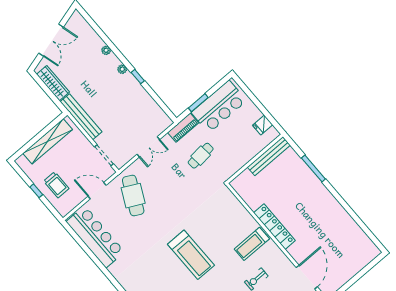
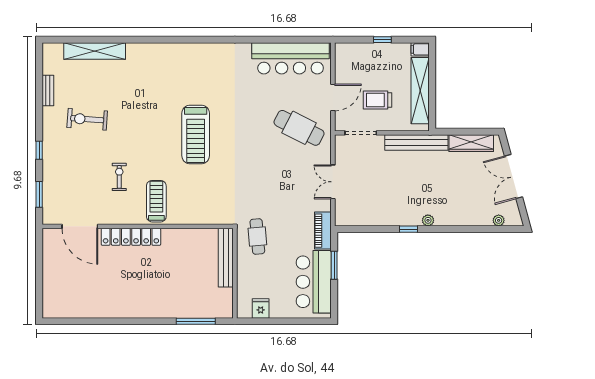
plant: (106, 50) -> (499, 220), moved
cafe table: (201, 156) -> (257, 236), moved
bench: (269, 156) -> (226, 258), moved
filing cabinet: (23, 163) -> (420, 49), added
window: (313, 168) -> (196, 321), moved
trolley: (56, 185) -> (377, 100), moved
locker: (274, 227) -> (131, 237), moved
treadmill: (191, 255) -> (196, 134), turned -90

